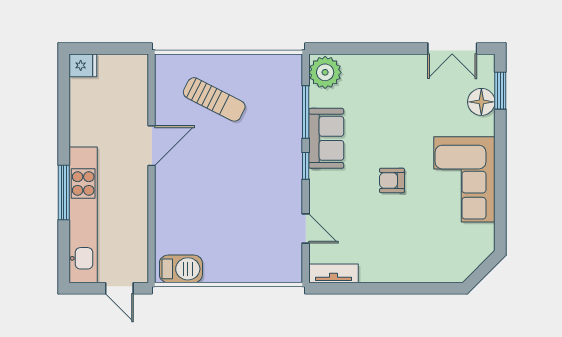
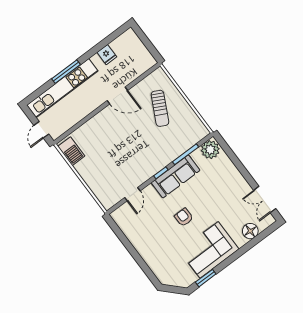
fridge: (83, 65) -> (107, 55), moved
window: (500, 91) -> (206, 278), moved
sofa: (326, 138) -> (176, 176), width x1.36
tv unit: (333, 273) -> (121, 222), removed

